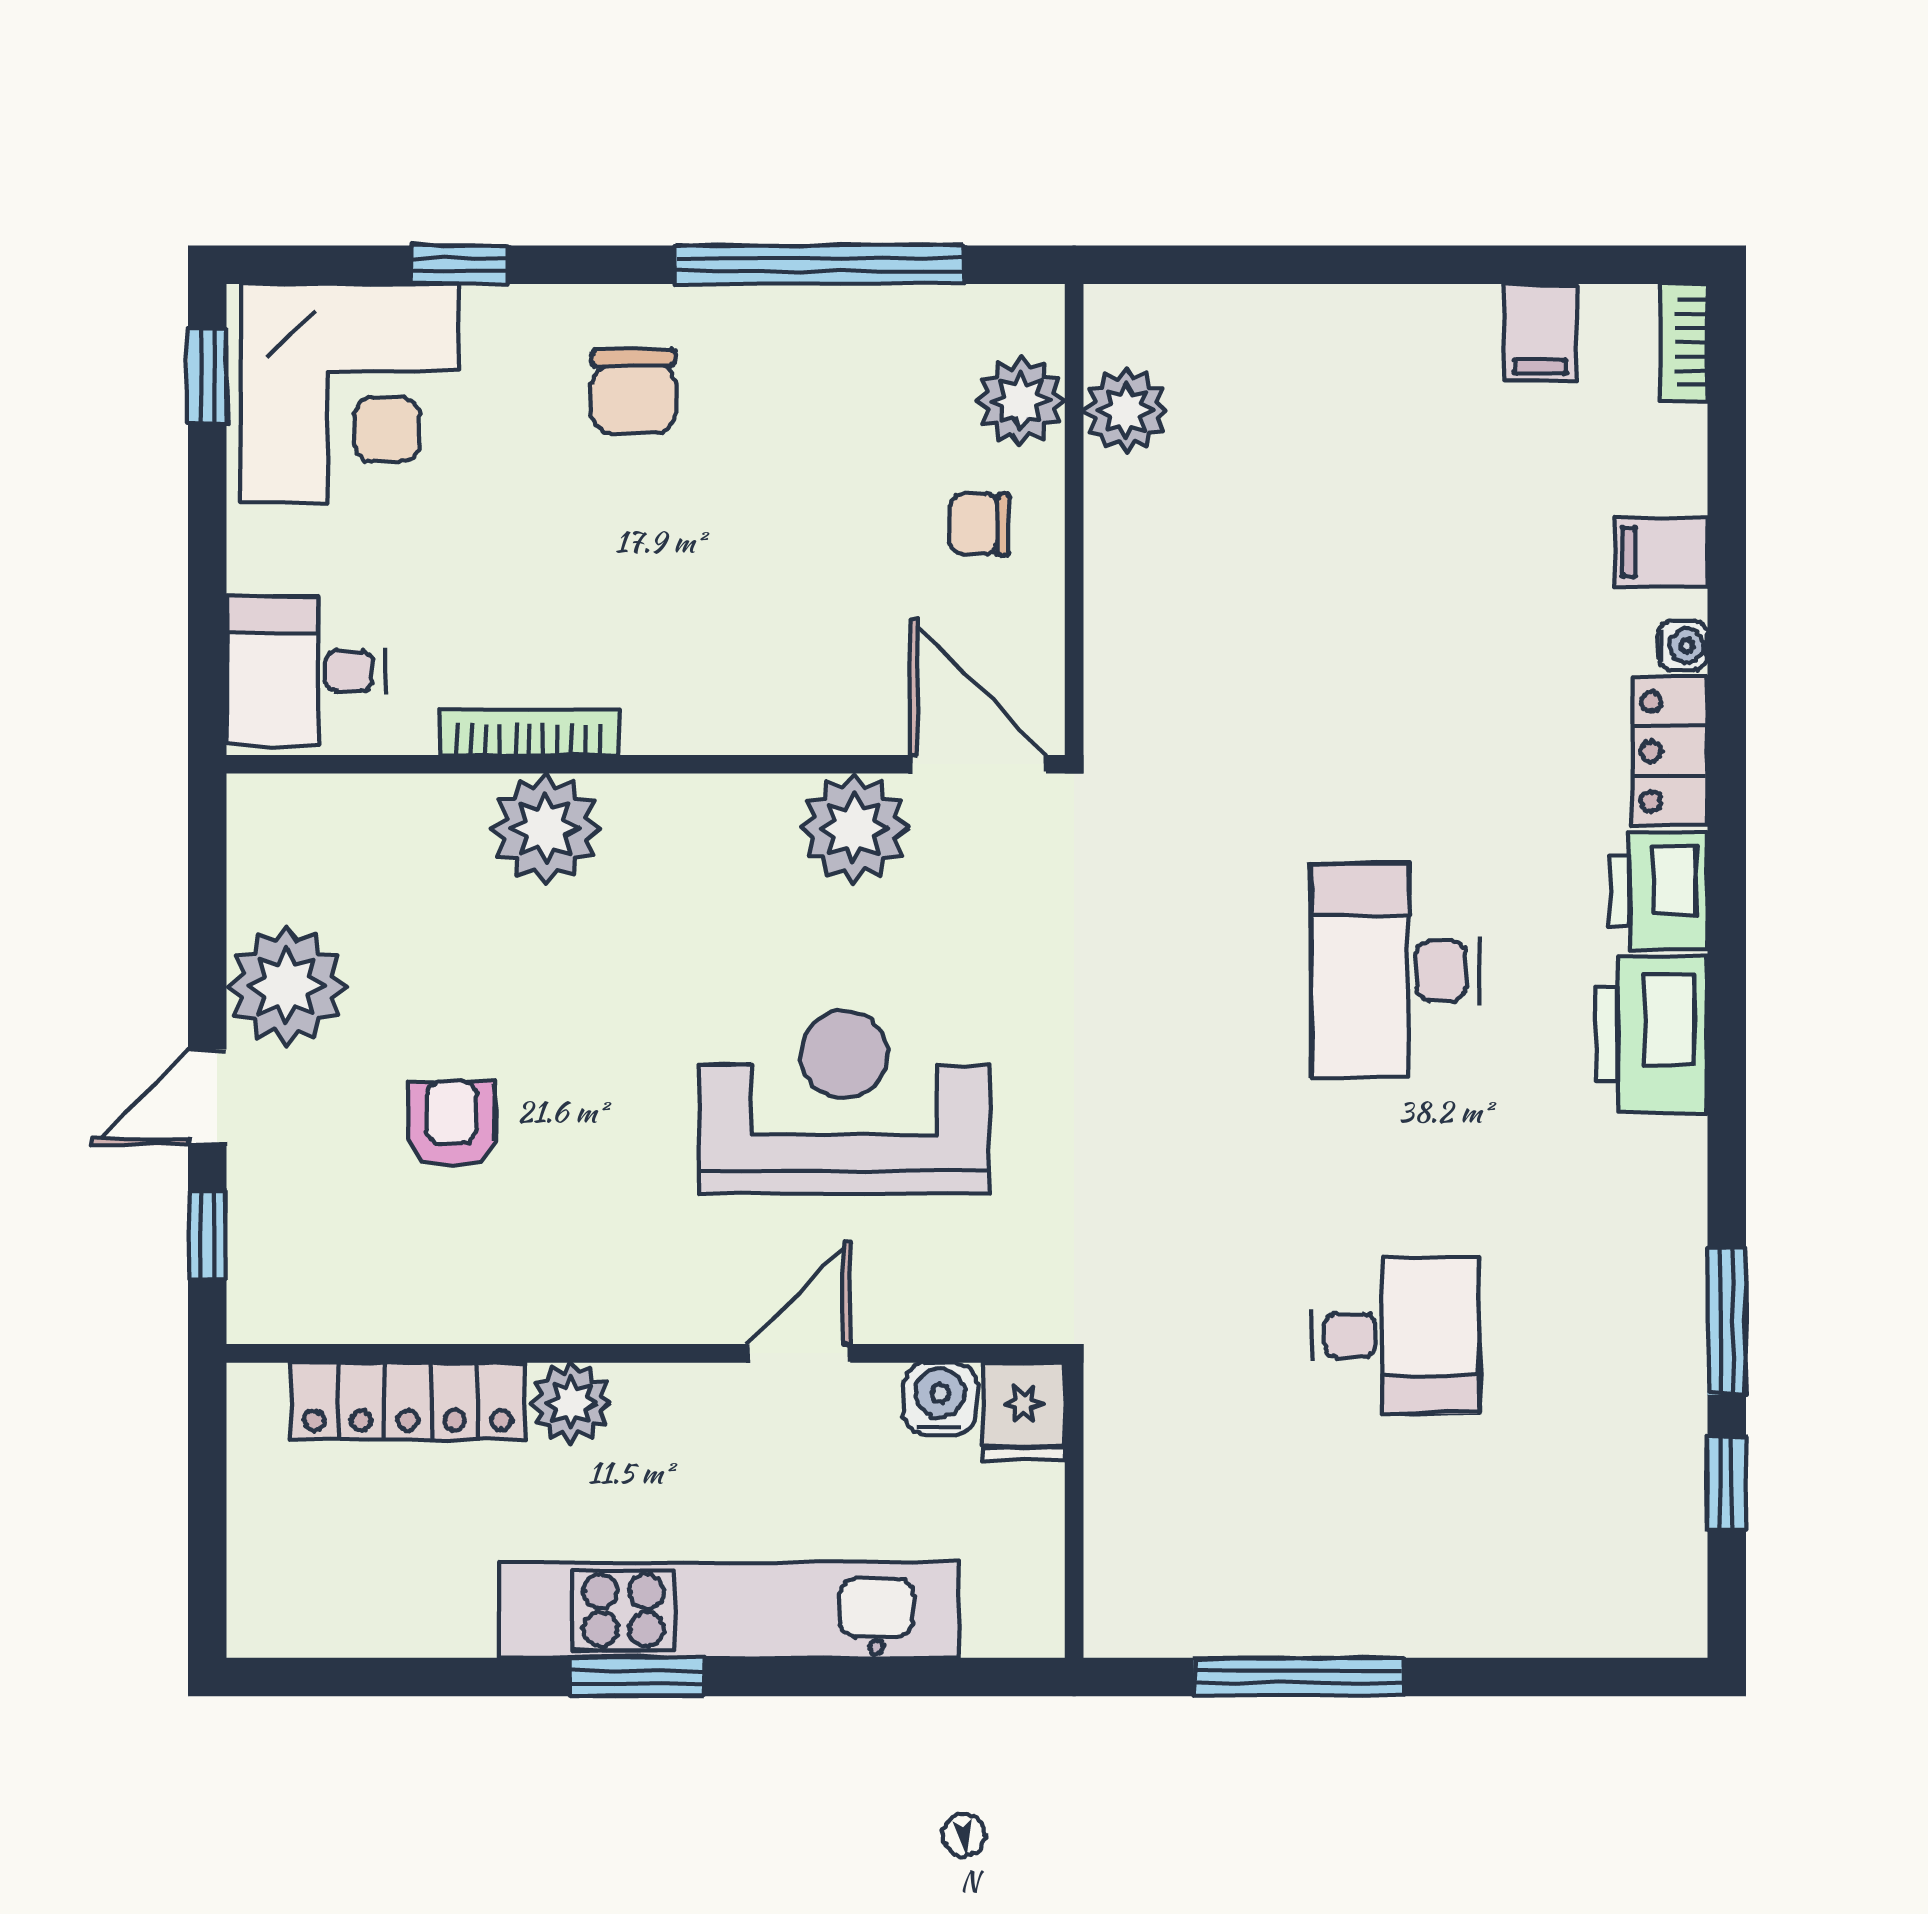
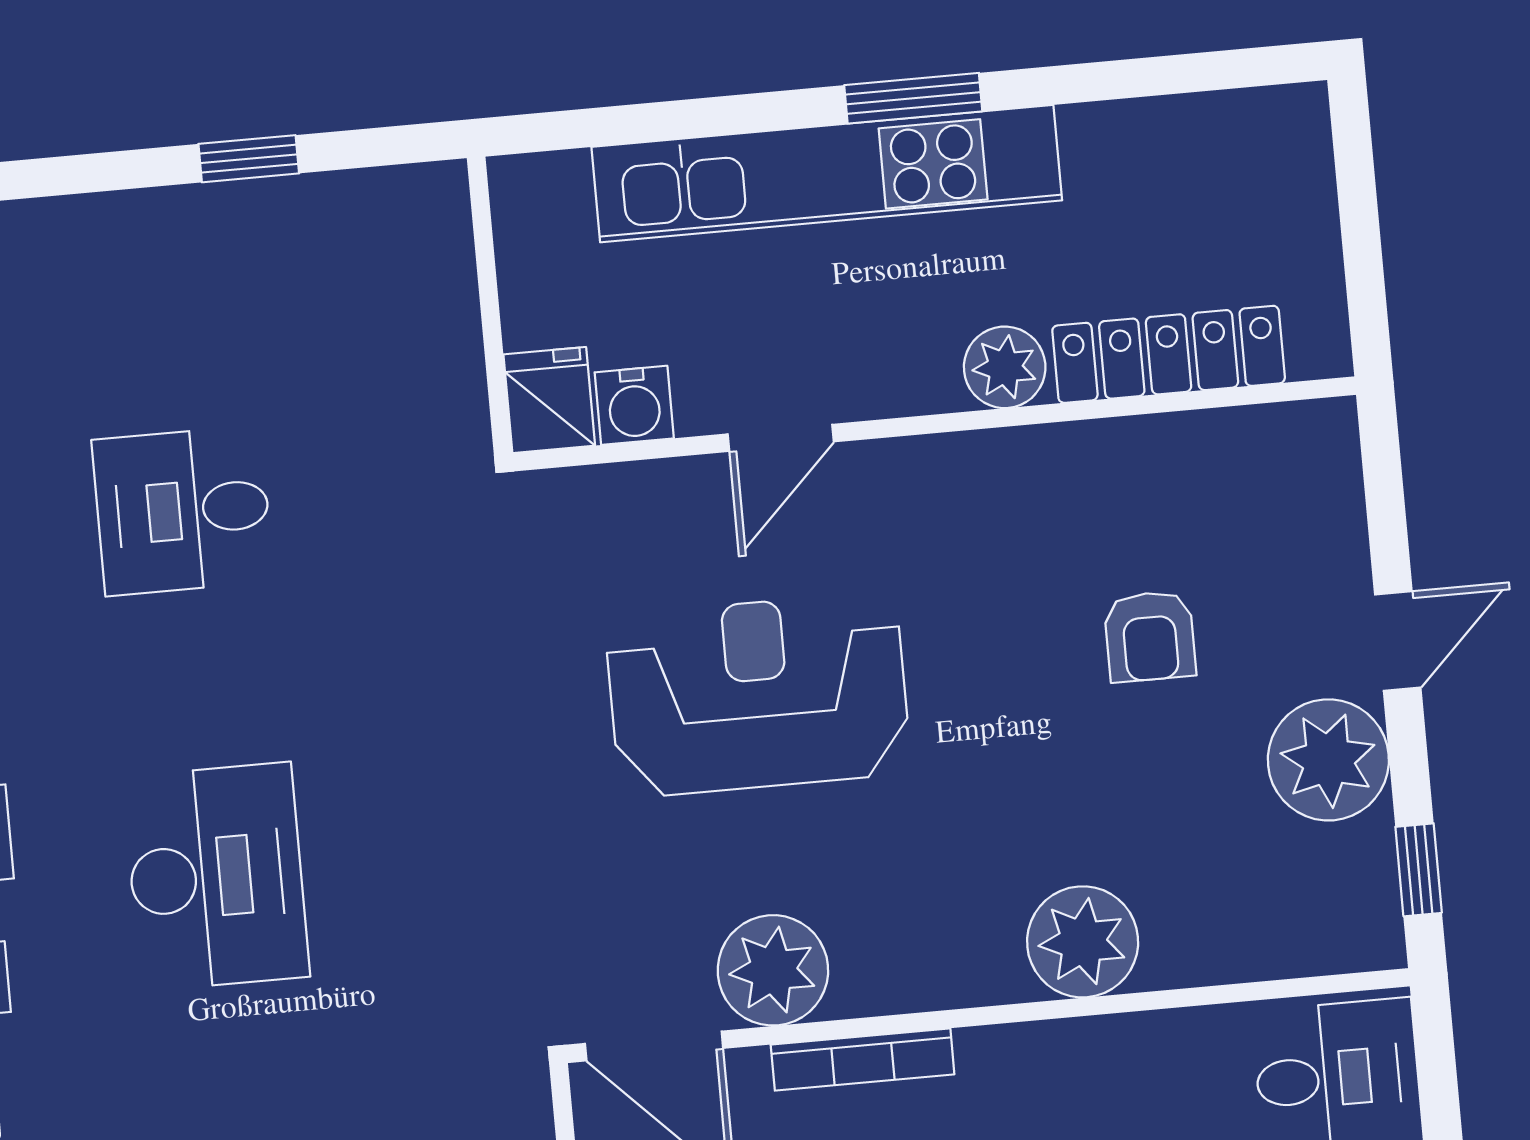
bookcase: (528, 732) -> (863, 1059), moved
reception desk: (844, 1102) -> (758, 695), turned 180
window: (207, 1235) -> (1419, 870), moved
window: (1299, 1677) -> (249, 159), width x0.46

